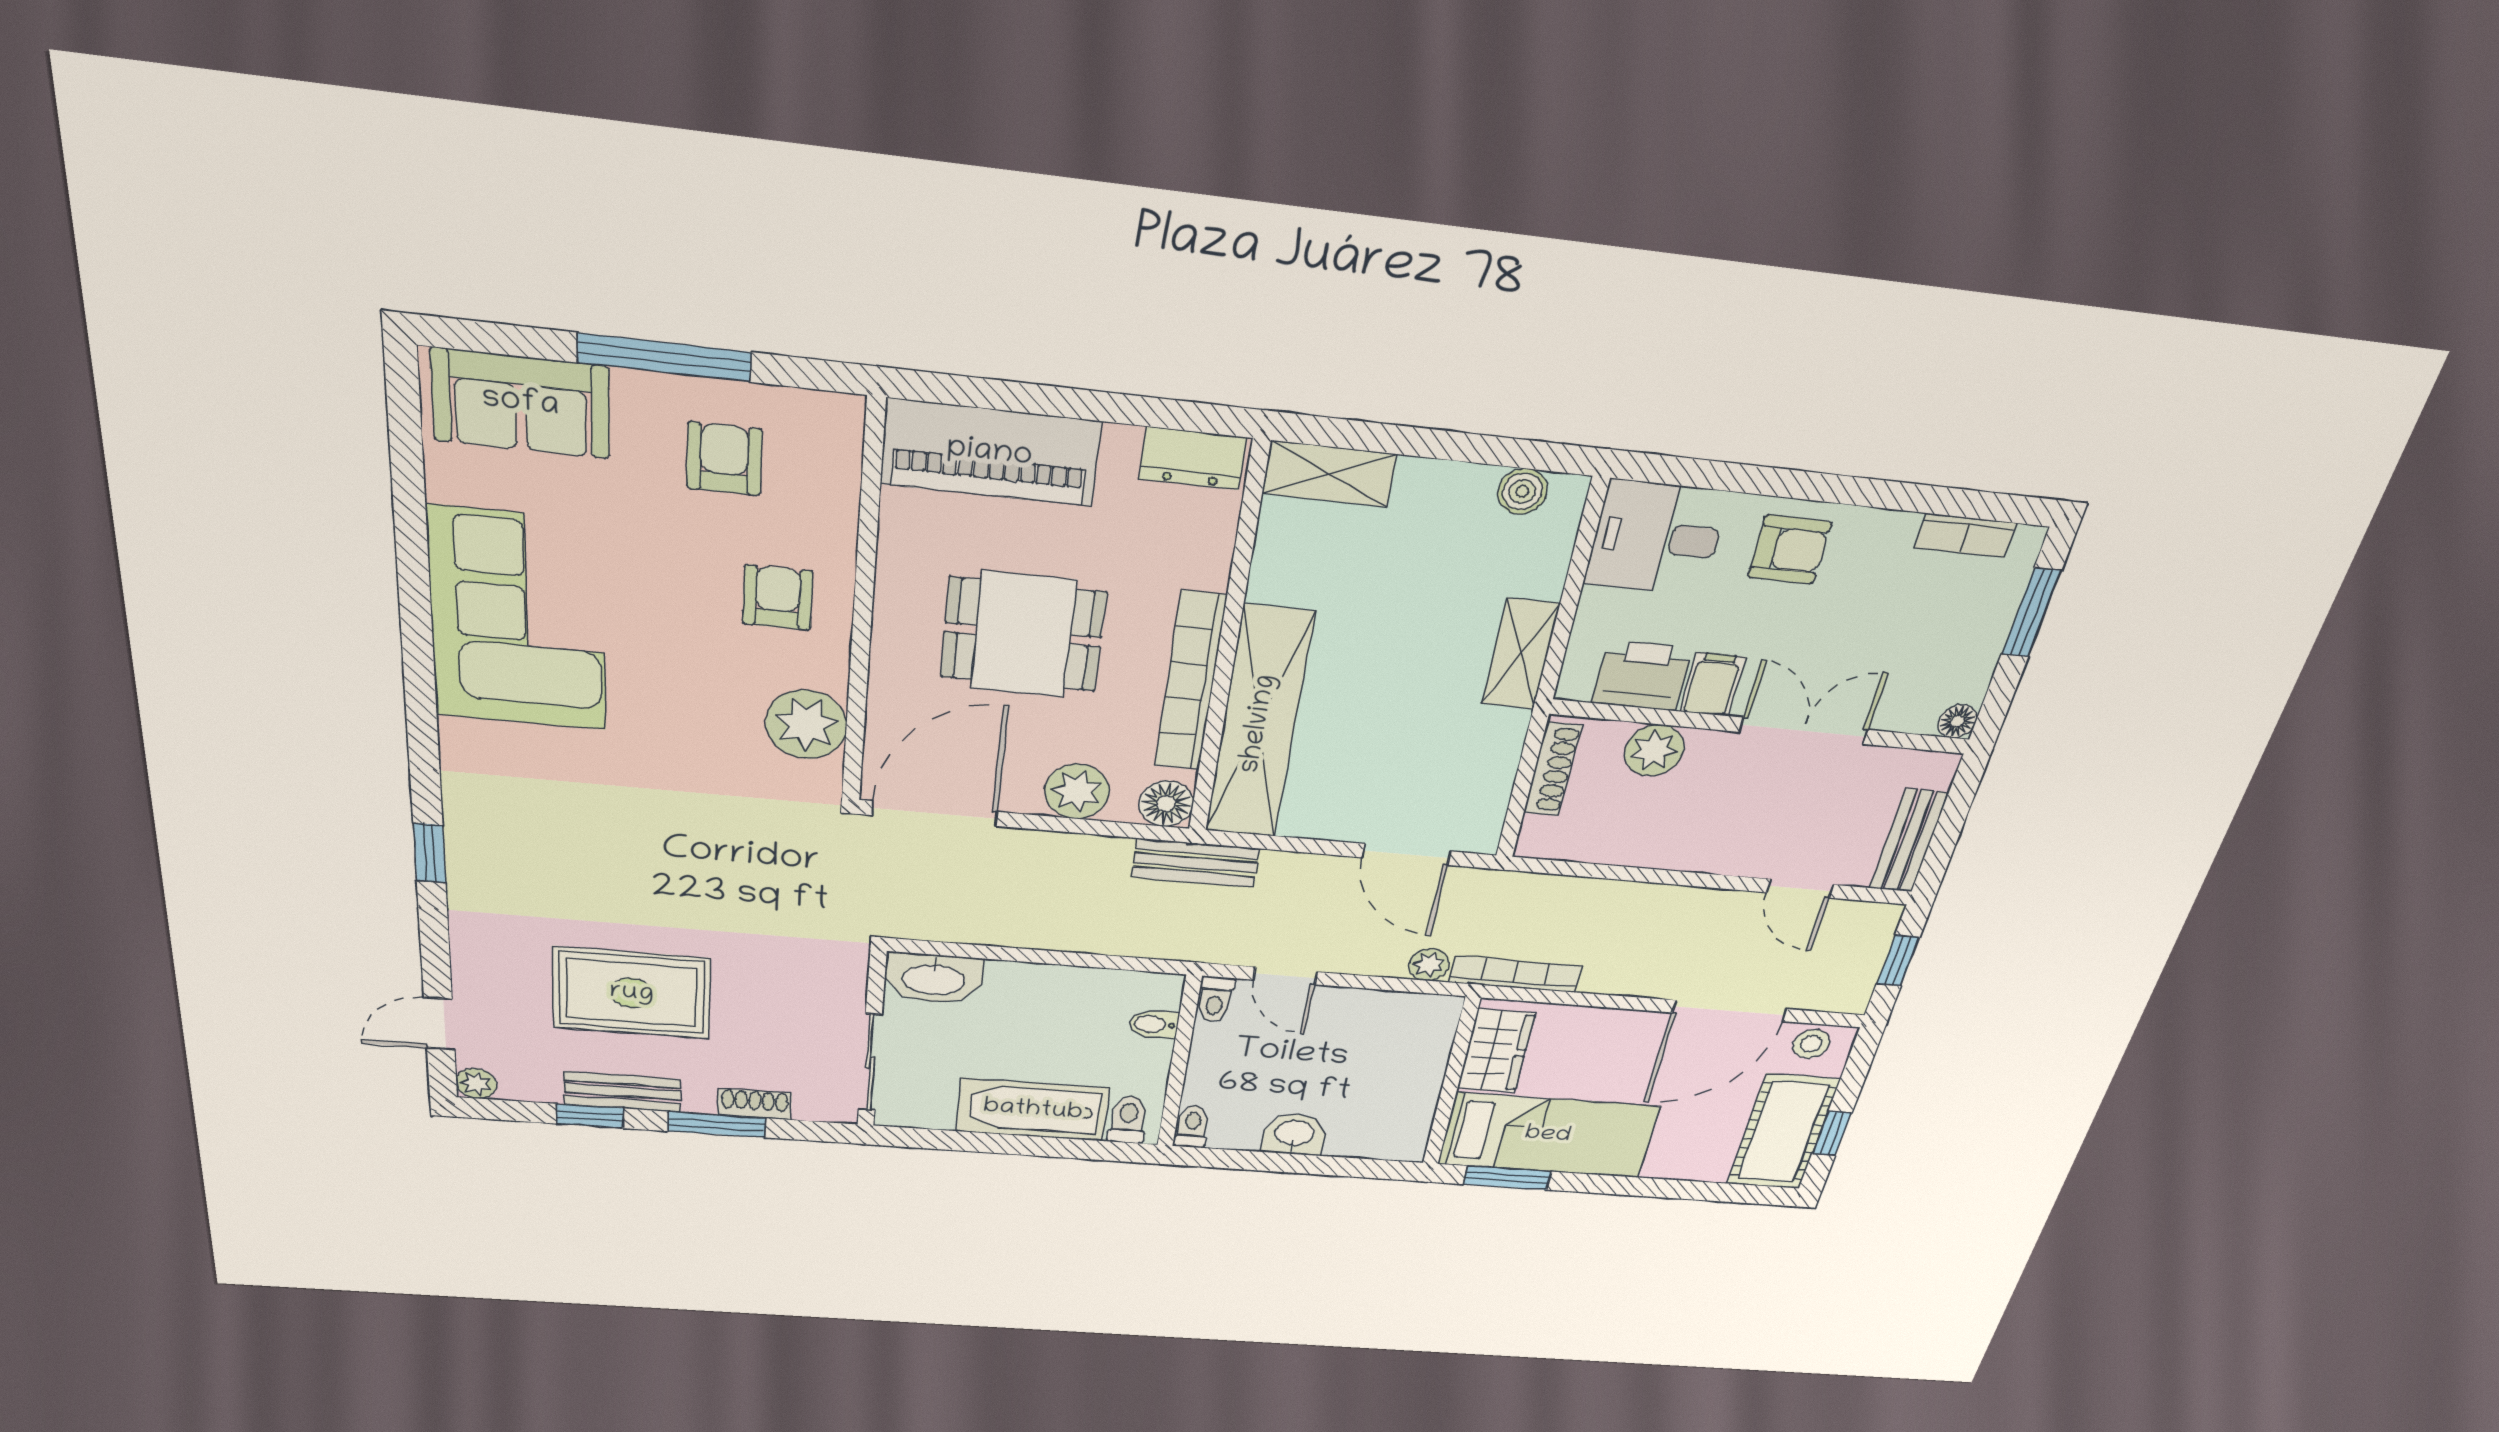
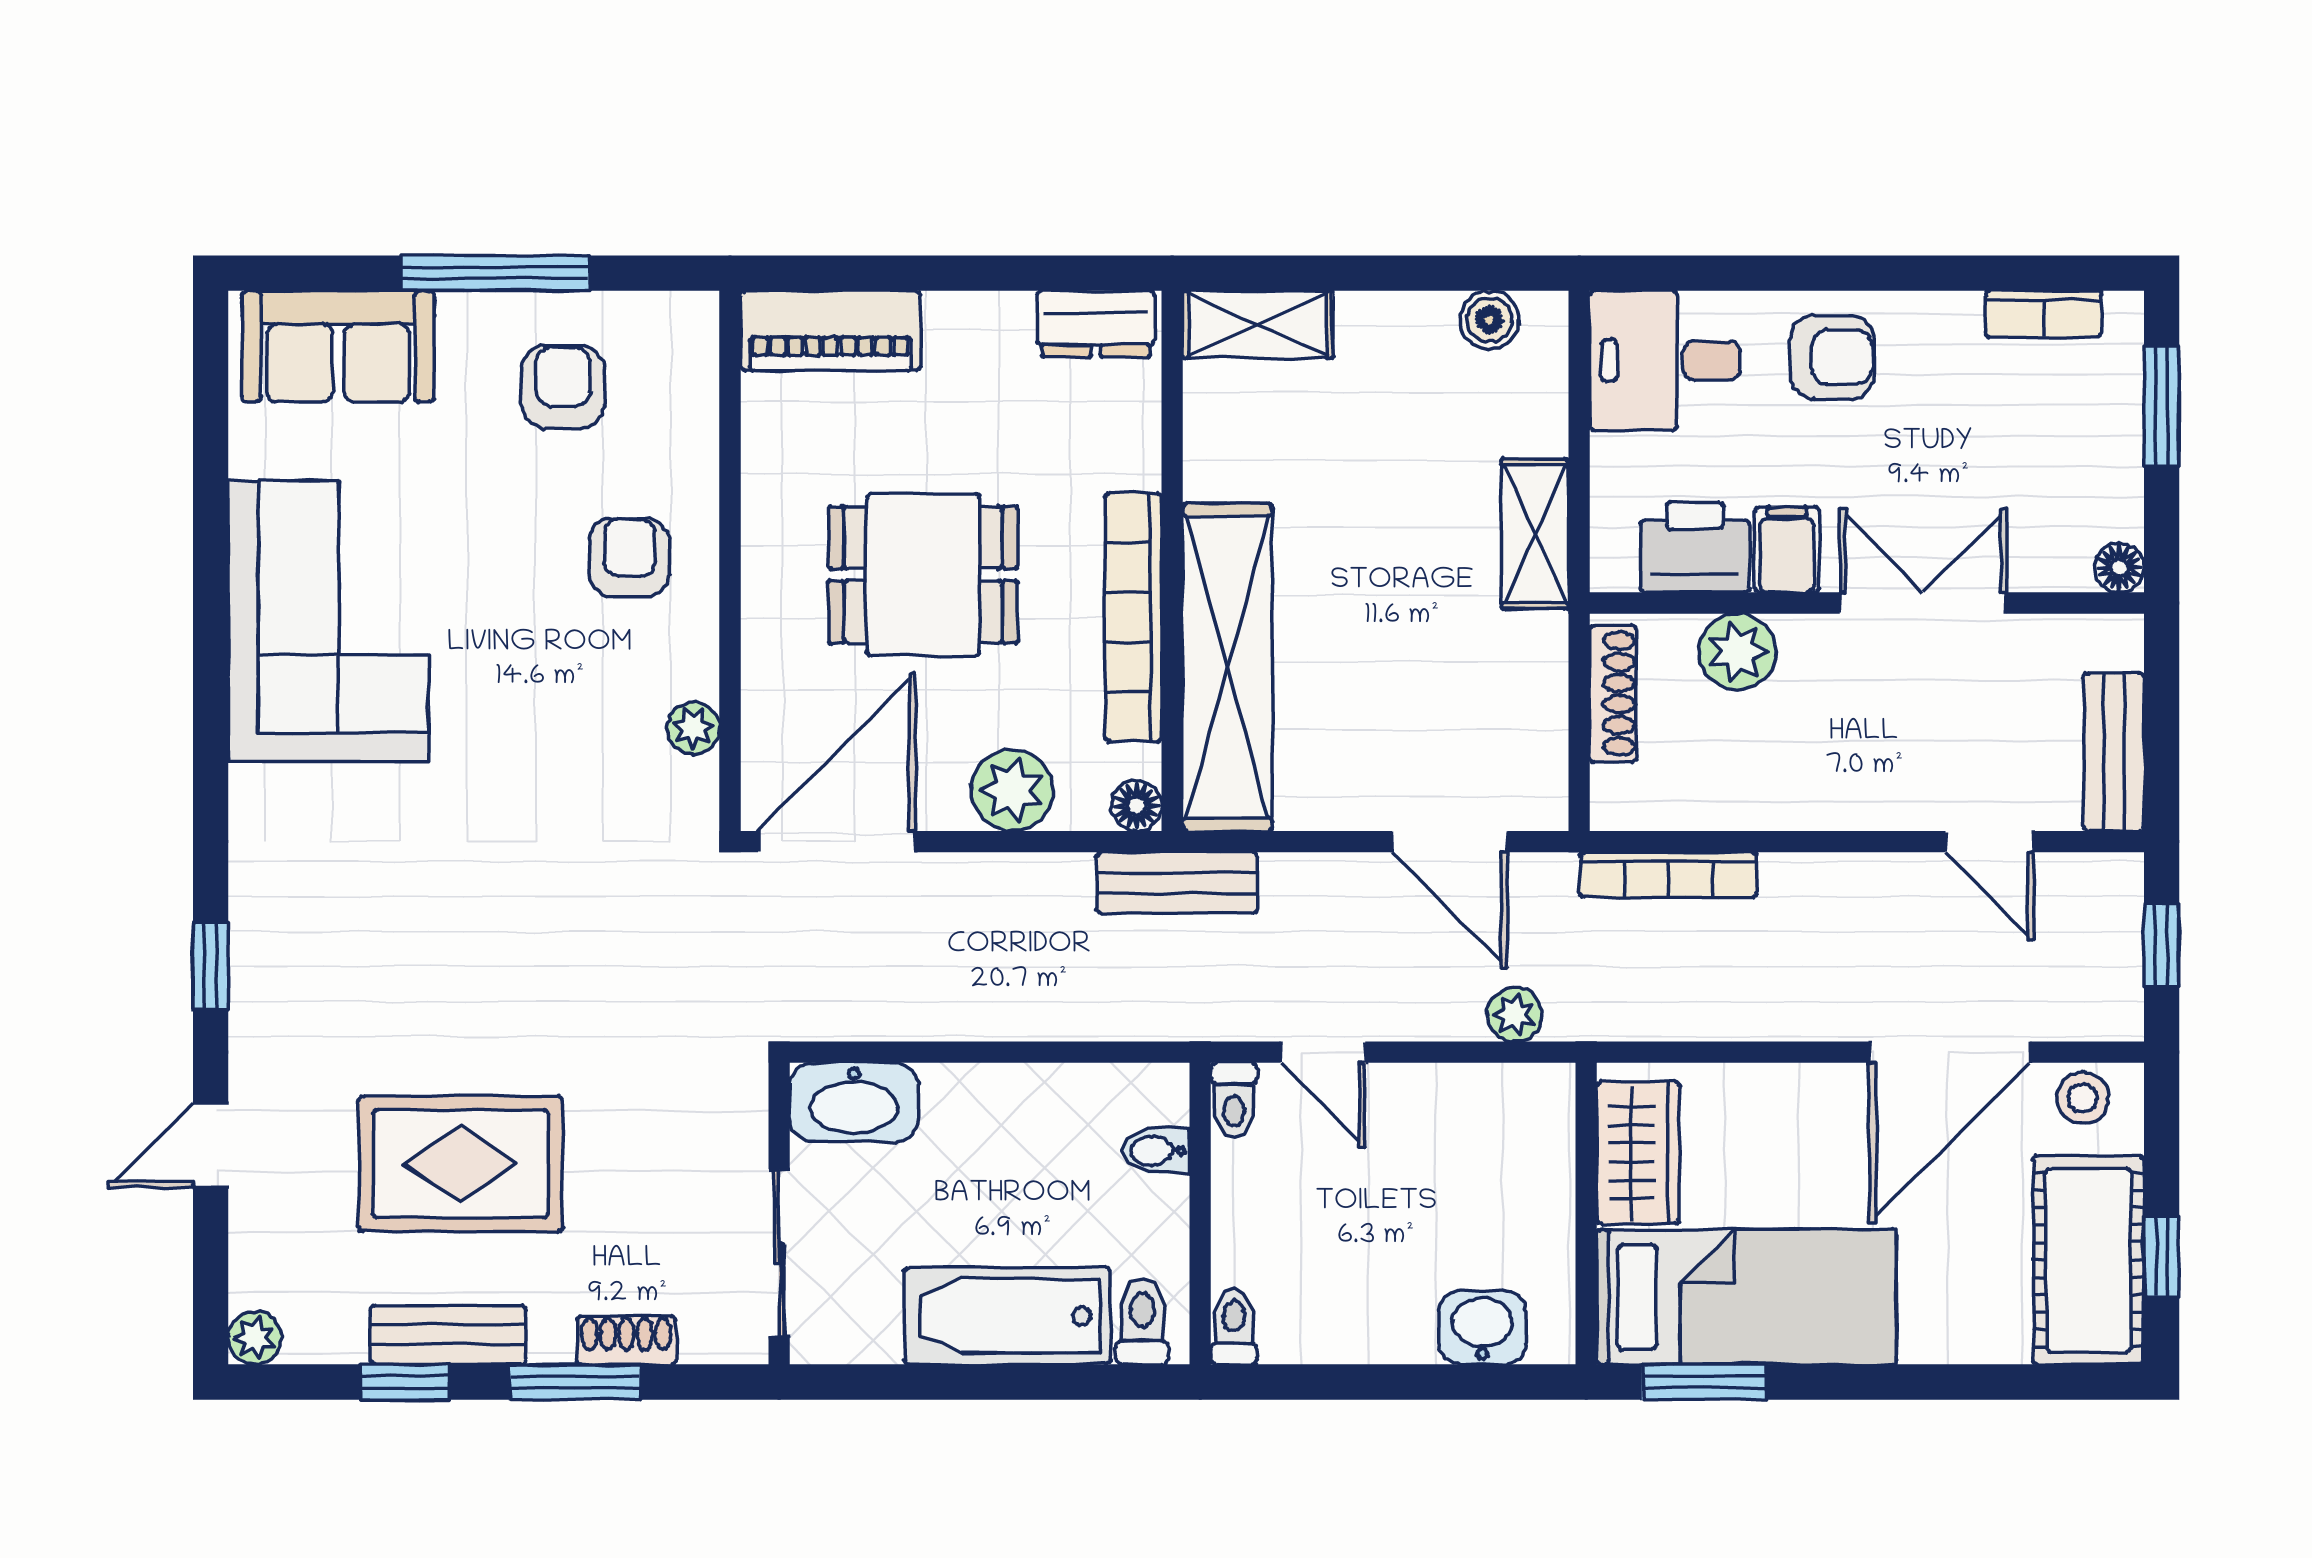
piano: (990, 453) -> (830, 331), width x0.73, depth x0.75
plant: (806, 724) -> (693, 728), width x0.53, depth x0.53
floor lamp: (1166, 804) -> (1136, 806), width x0.73, depth x0.73
bookcase: (1515, 974) -> (1668, 875), moved, turned 180
door: (439, 1024) -> (211, 1145), moved
washbasin: (1294, 1134) -> (1482, 1327), moved

